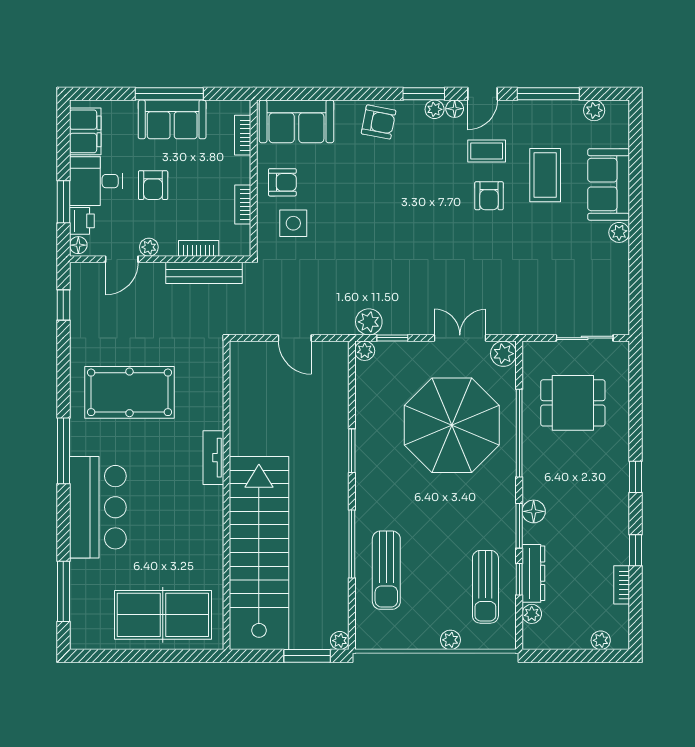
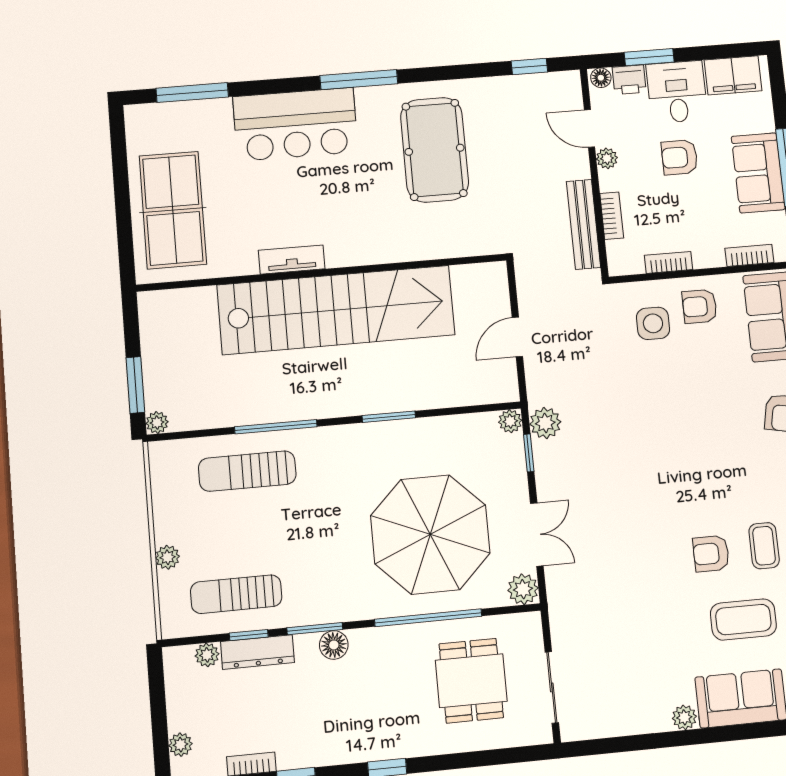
armchair: (282, 182) -> (700, 306), turned 90
tv unit: (213, 458) -> (292, 259), moved
stairs: (259, 553) -> (336, 310), moved

